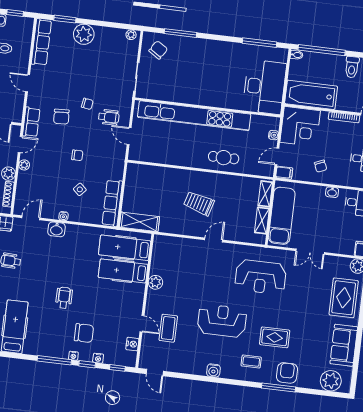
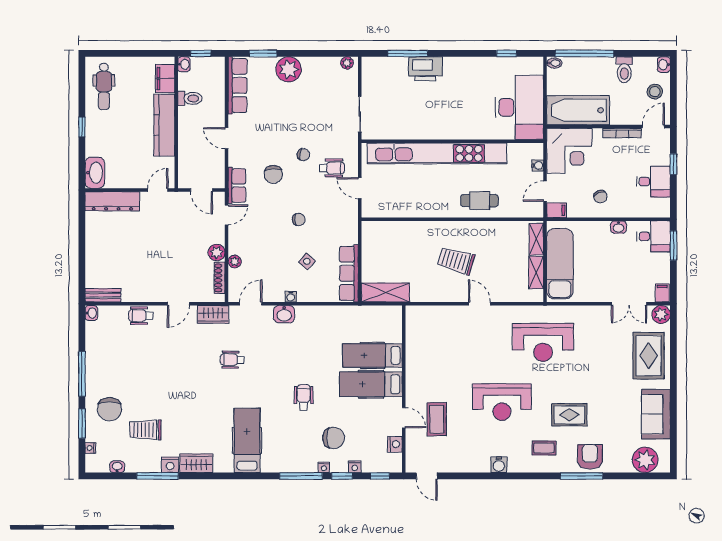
window: (259, 43) -> (507, 53), width x0.46
printer: (193, 47) -> (425, 69), added
chair: (158, 50) -> (383, 78), removed
plant: (24, 165) -> (235, 262), moved
door: (214, 240) -> (480, 304), hinge flipped
hospital bed: (125, 248) -> (371, 384), moved
double door: (310, 252) -> (629, 304), moved
plant: (155, 282) -> (414, 365), removed
reception desk: (222, 321) -> (502, 402), turned 180

